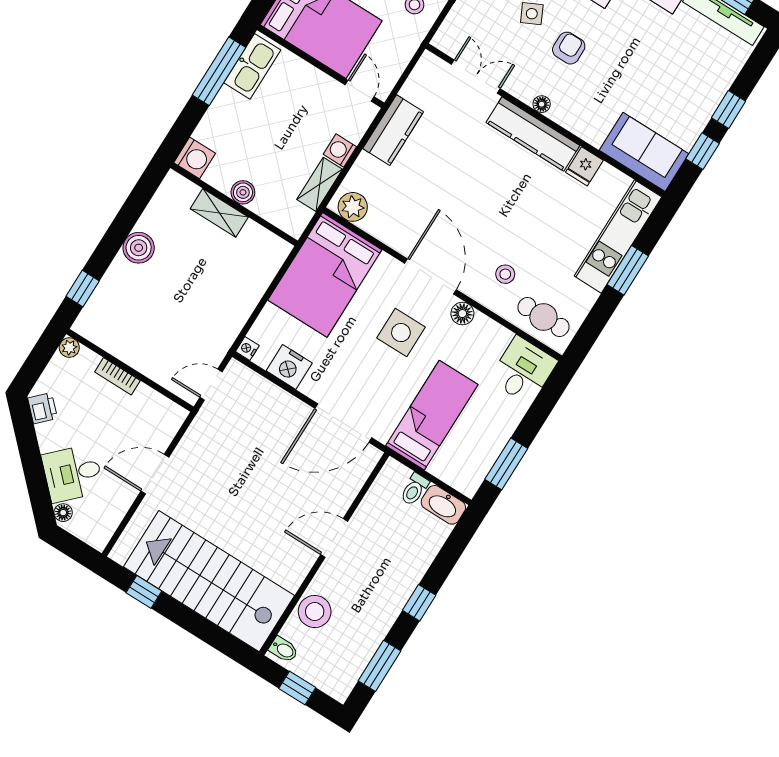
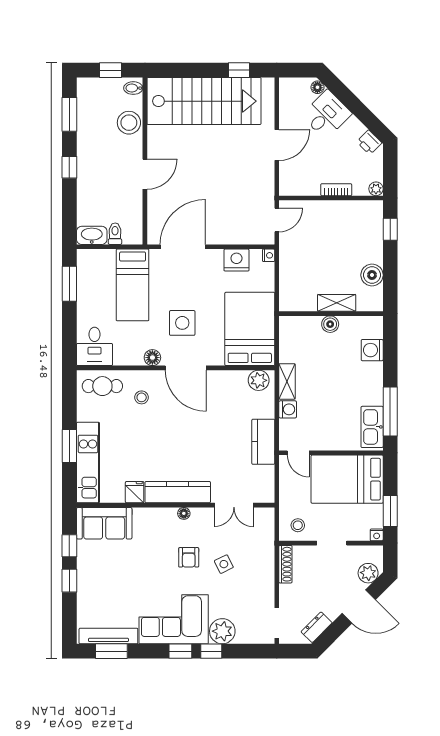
boiler: (243, 192) -> (330, 324), moved
wall: (234, 204) -> (331, 314), moved
shelving: (219, 213) -> (337, 303), moved

